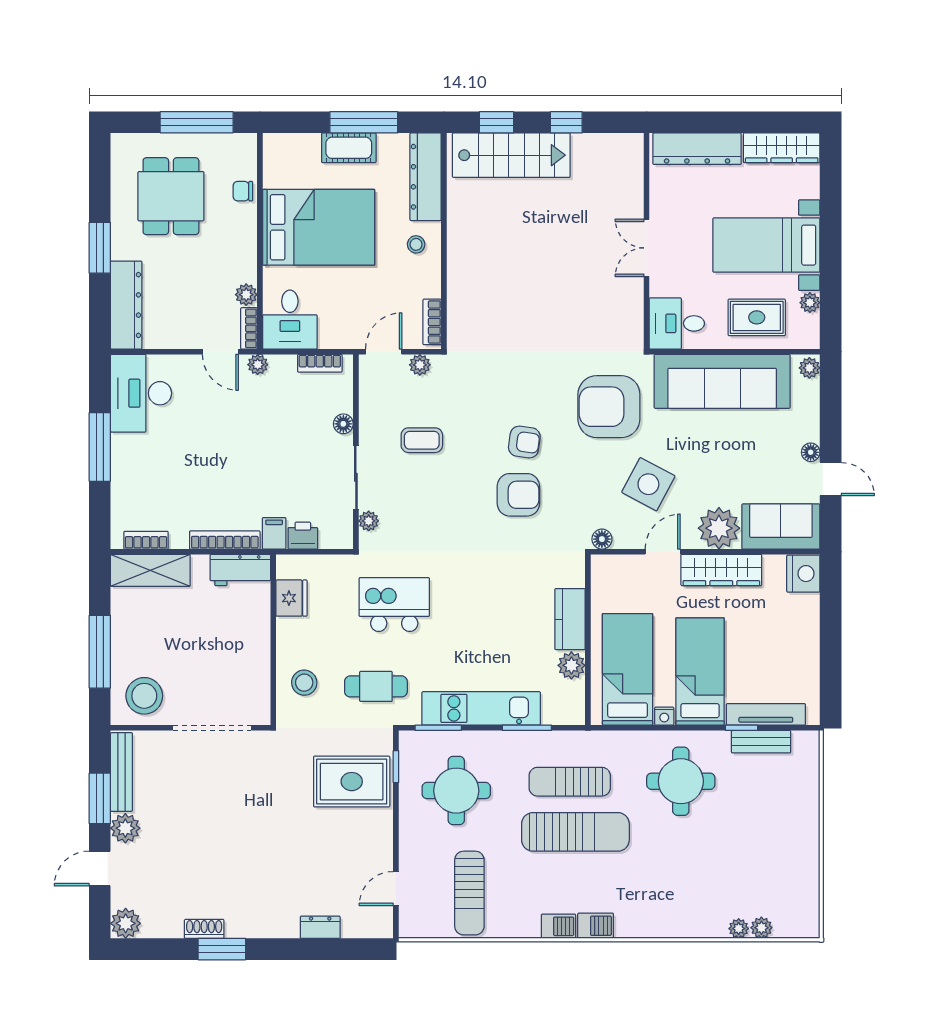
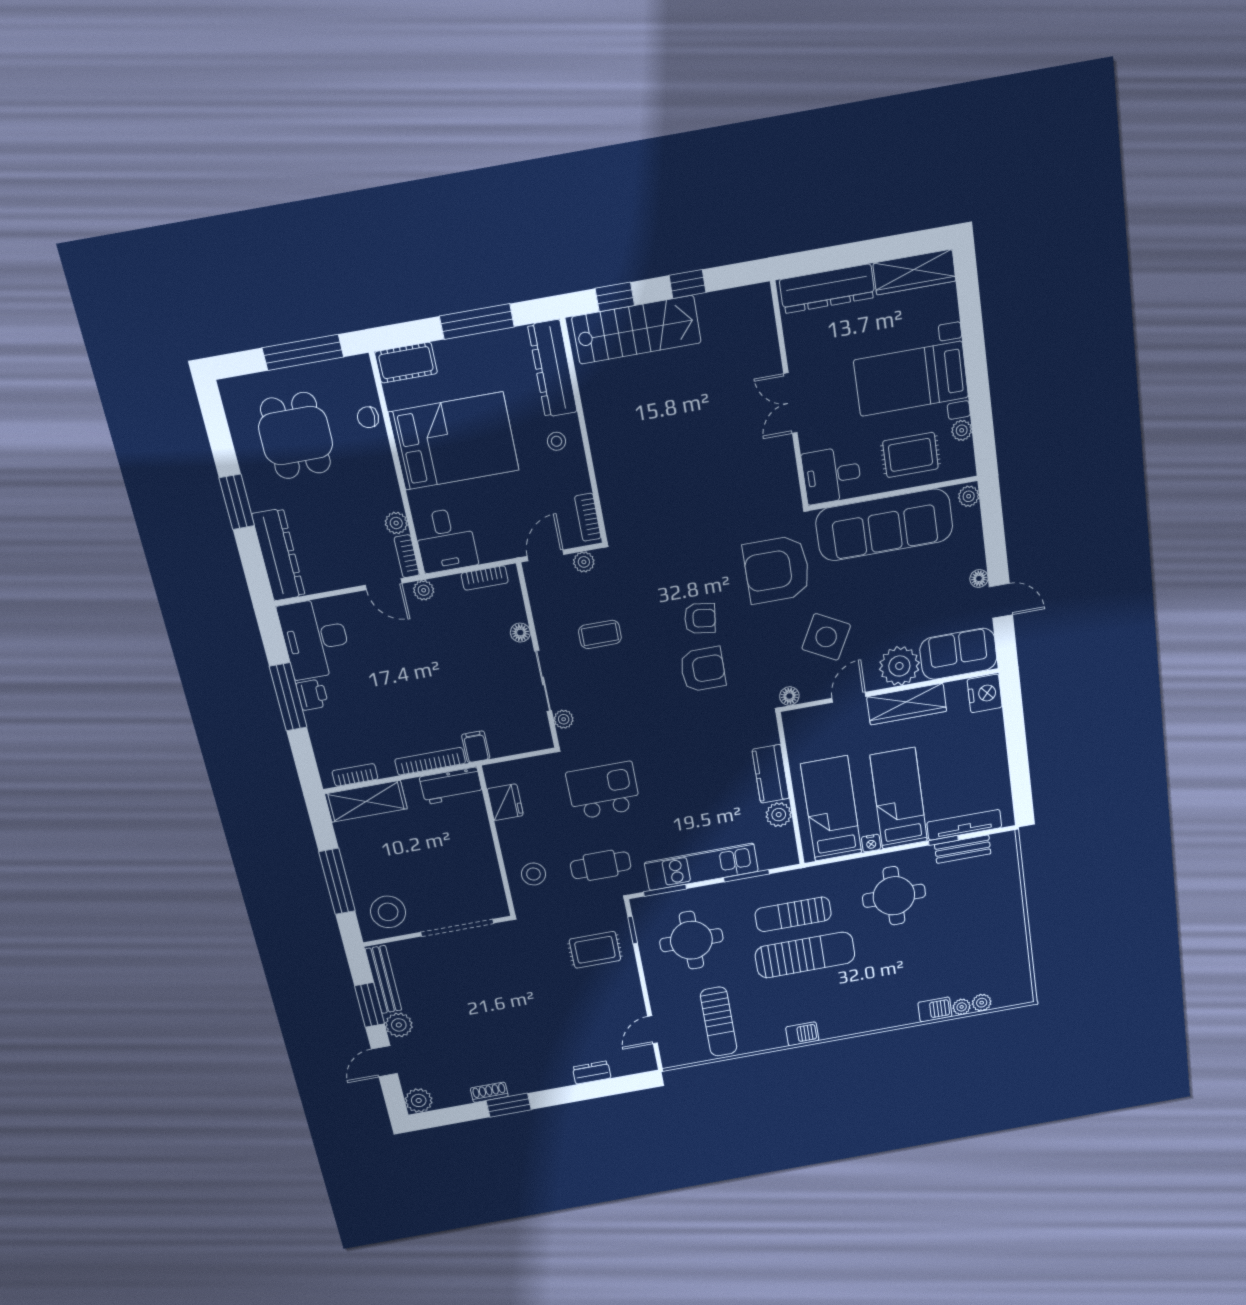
cot: (349, 148) -> (406, 363), moved
printer: (303, 536) -> (312, 695), moved, turned 90
rug: (352, 782) -> (595, 950), width x0.73, depth x0.70
barbecue: (596, 926) -> (935, 1009), moved

